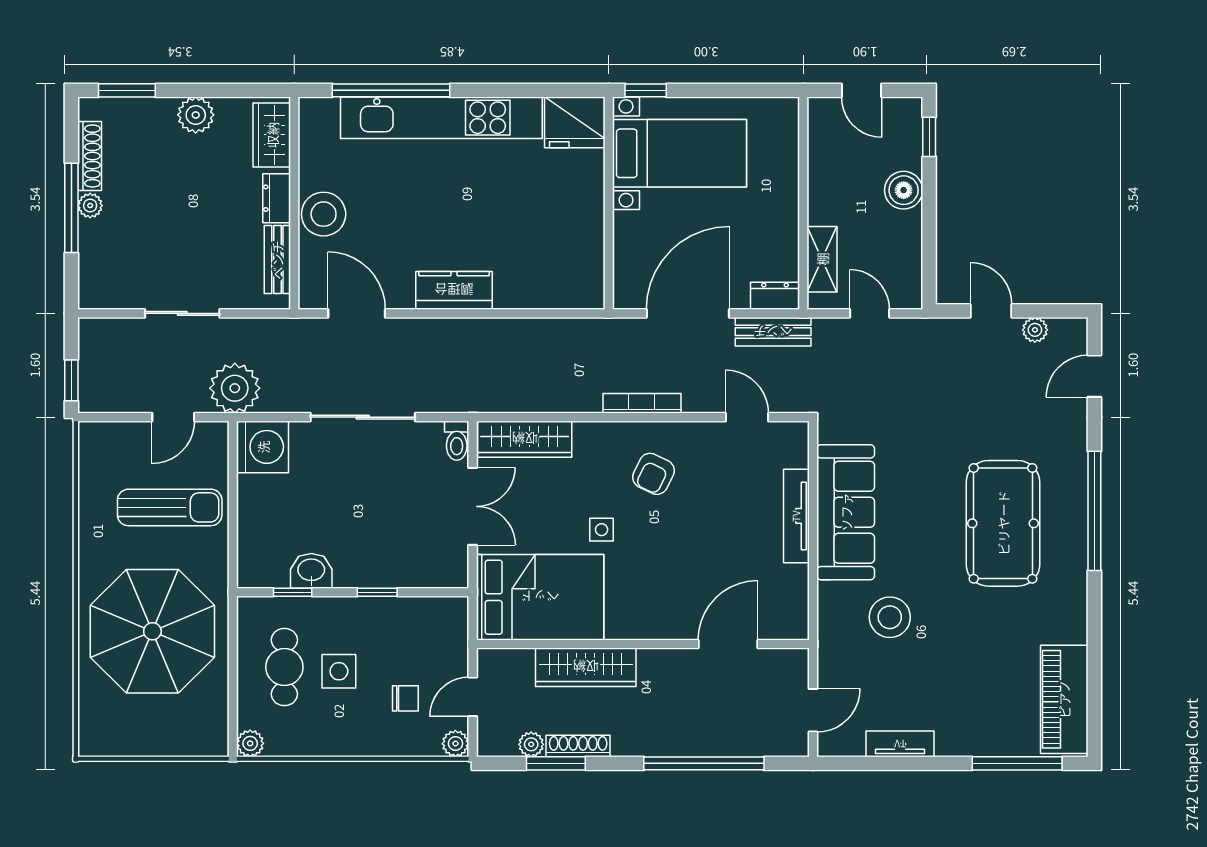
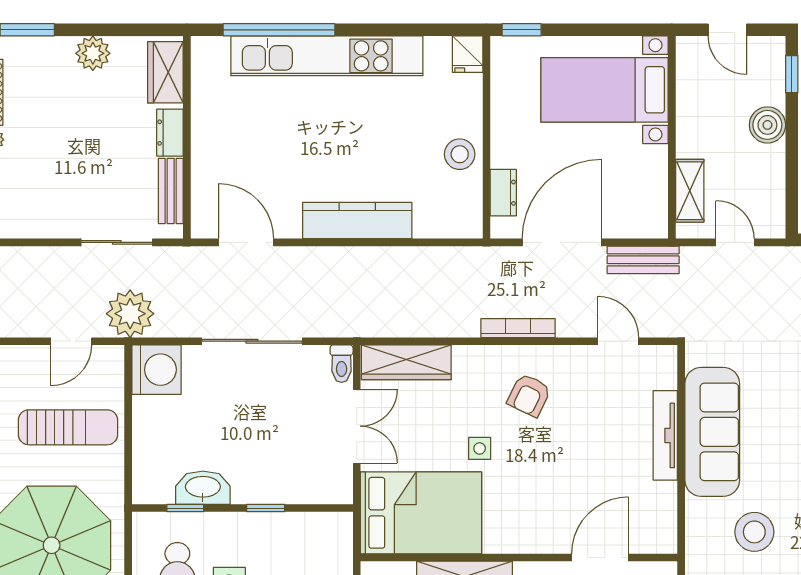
fridge: (575, 122) -> (468, 54), width x0.53, depth x0.75
bed with nightstands: (679, 153) -> (604, 90), moved, turned 180
stool: (324, 214) -> (460, 154), moved, width x0.73, depth x0.73
kitchen counter: (454, 290) -> (357, 220), width x1.50
dresser: (775, 296) -> (503, 193), moved, turned 90
sliding door: (182, 313) -> (117, 242), moved
washbasin: (311, 571) -> (203, 488), width x1.38

